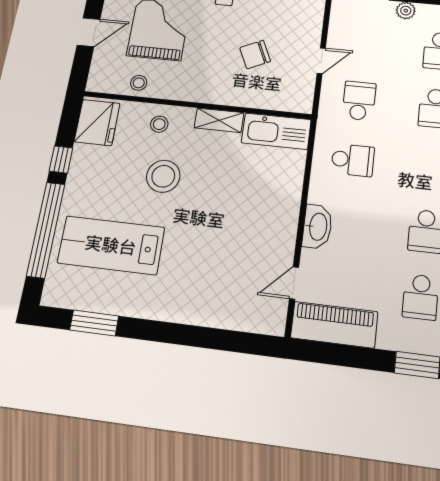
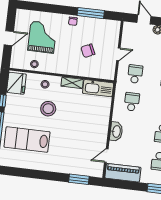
school desk: (353, 160) -> (132, 102), turned -90
window: (94, 323) -> (79, 179), moved

